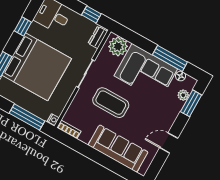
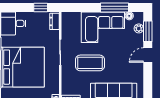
plant: (118, 46) -> (73, 20), removed
door: (169, 143) -> (148, 55), moved

